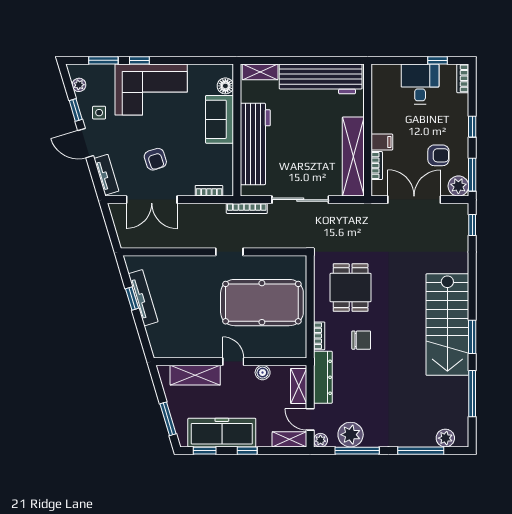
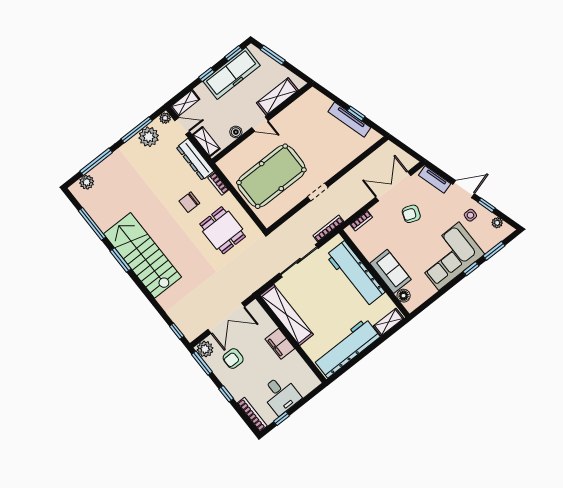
bookcase: (463, 78) -> (252, 415), width x1.56
filing cabinet: (382, 142) -> (280, 344), width x2.00
armchair: (155, 159) -> (411, 214), turned -52
bookcase: (377, 166) -> (267, 321), removed

